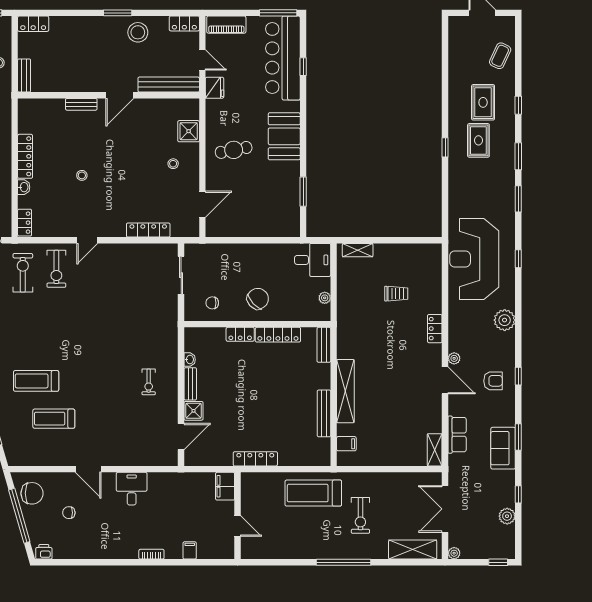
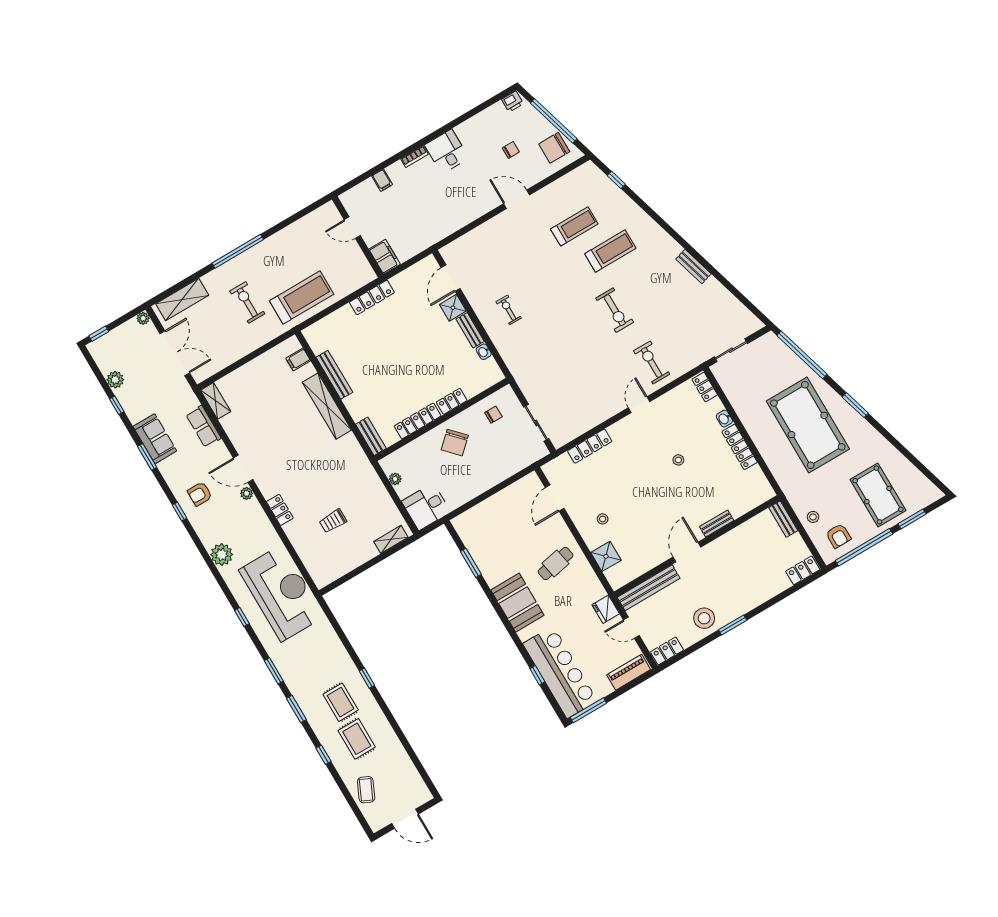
exercise bike: (23, 273) -> (615, 310), moved
desk: (132, 489) -> (447, 151), moved, turned 180

